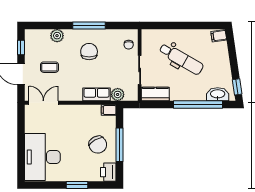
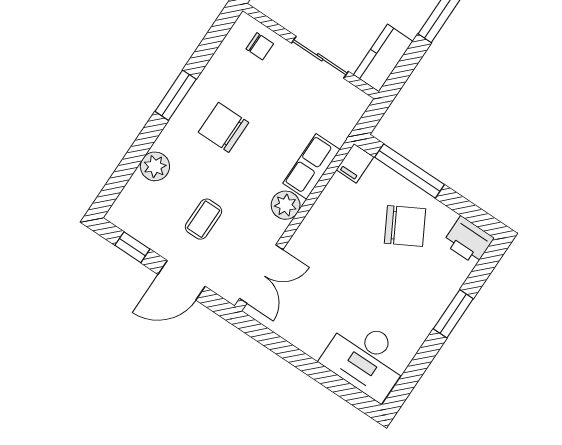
window: (89, 25) -> (176, 95), width x0.69
plant: (118, 94) -> (286, 205), moved
double door: (43, 103) -> (261, 274), swing flipped
window: (120, 145) -> (409, 171), moved
desk: (42, 157) -> (366, 358), width x0.73, depth x0.77

